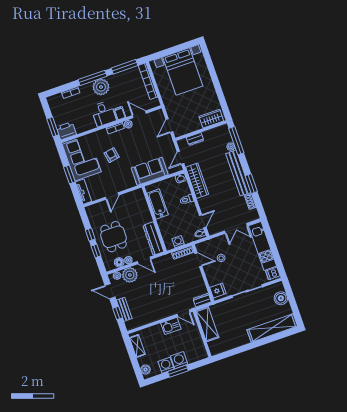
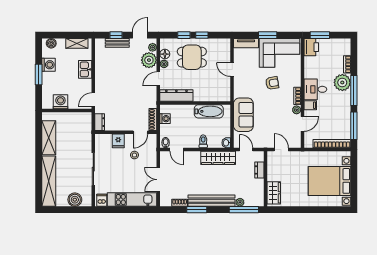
plant: (101, 87) -> (342, 82), moved
fridge: (218, 290) -> (118, 141), moved
shelving: (207, 324) -> (49, 138), moved, turned 90
kitchen sink: (171, 326) -> (85, 69), moved
washing machine: (179, 360) -> (60, 102), moved, turned -90

